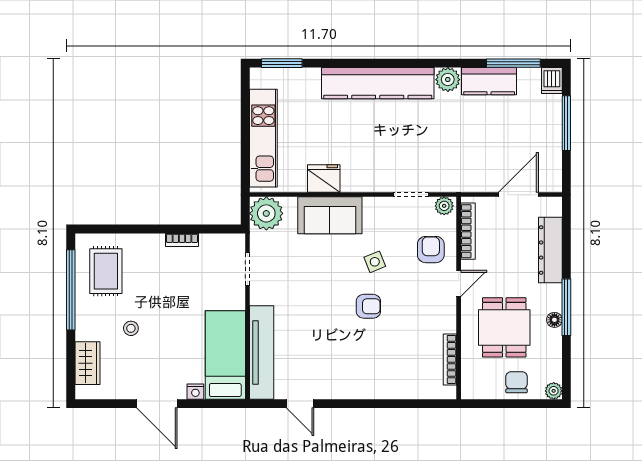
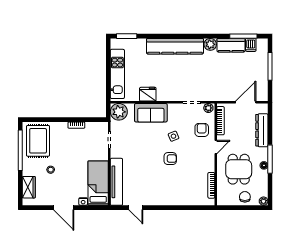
dishwasher: (552, 81) -> (251, 45), moved
rug: (106, 271) -> (38, 141), width x1.36, depth x1.43

